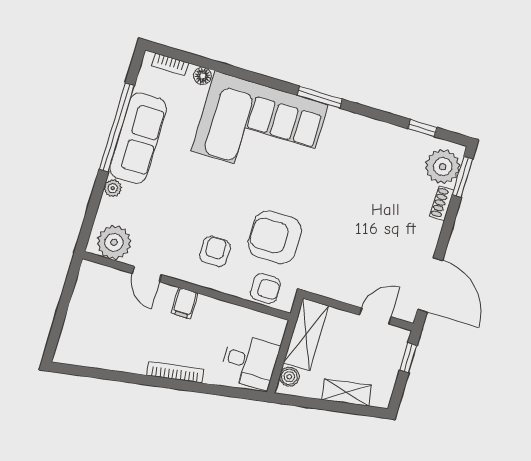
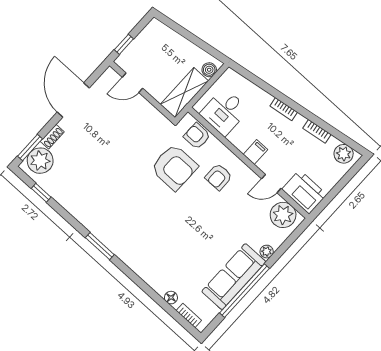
corner sofa: (260, 128) -> (150, 245), removed
door: (147, 274) -> (271, 184), swing flipped
printer: (101, 283) -> (304, 192), added
door: (430, 285) -> (73, 100), moved
plant: (76, 353) -> (344, 154), added
desk: (250, 362) -> (224, 112), moved, turned -90
bookcase: (122, 364) -> (317, 131), added
bookcase: (175, 372) -> (284, 109), width x0.64
shelving: (347, 393) -> (176, 41), removed

